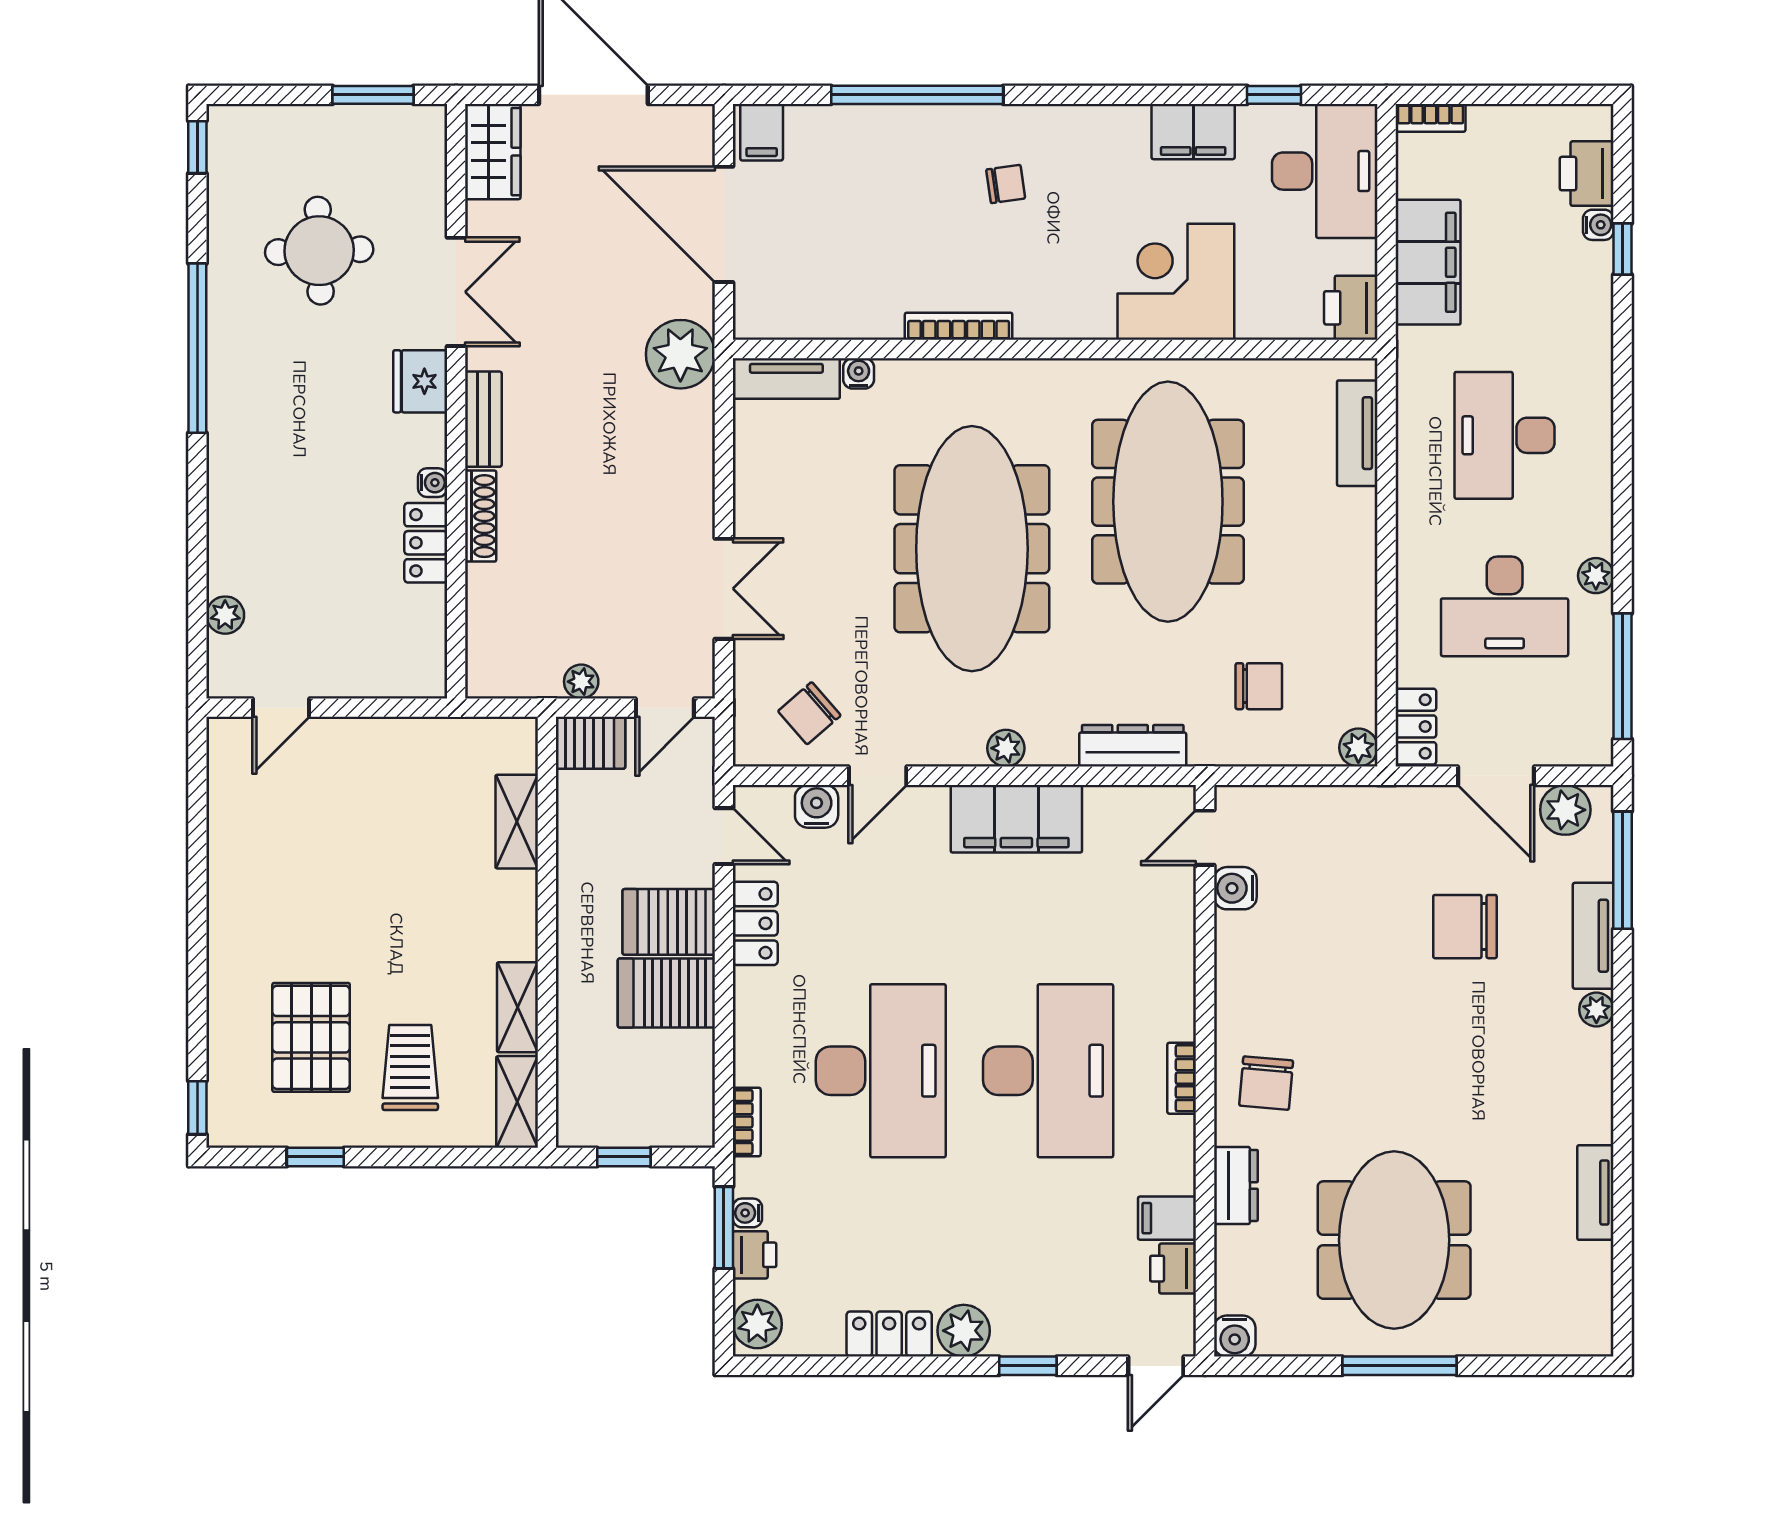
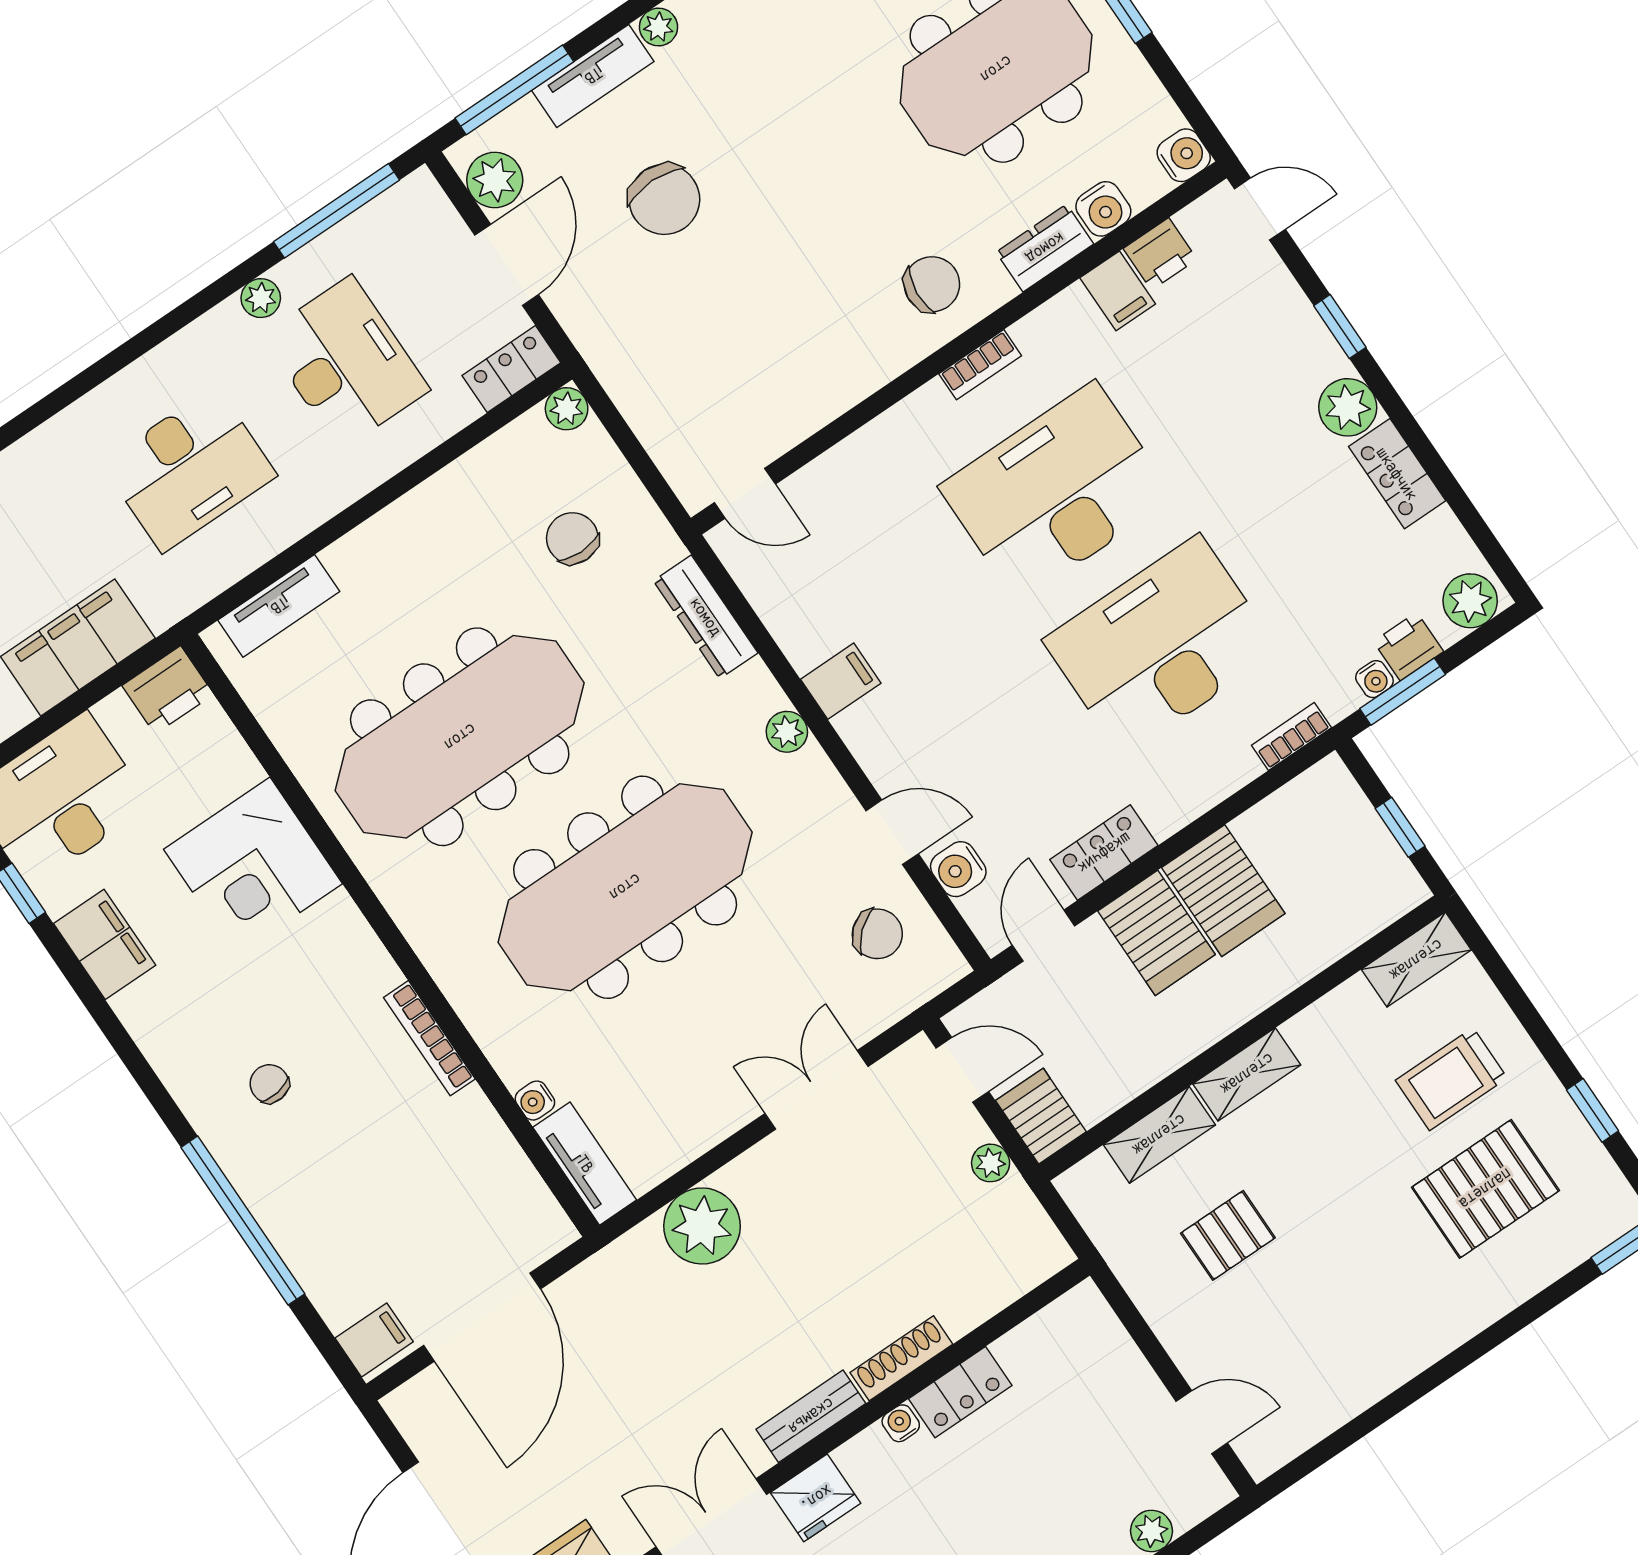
plant: (680, 354) -> (702, 1226), moved
filing cabinet: (1016, 819) -> (841, 681), width x0.33, depth x0.86
pallet: (407, 822) -> (1228, 1235), added
water cooler: (1235, 888) -> (1103, 209), moved
shelving: (517, 1007) -> (1247, 1074), moved

